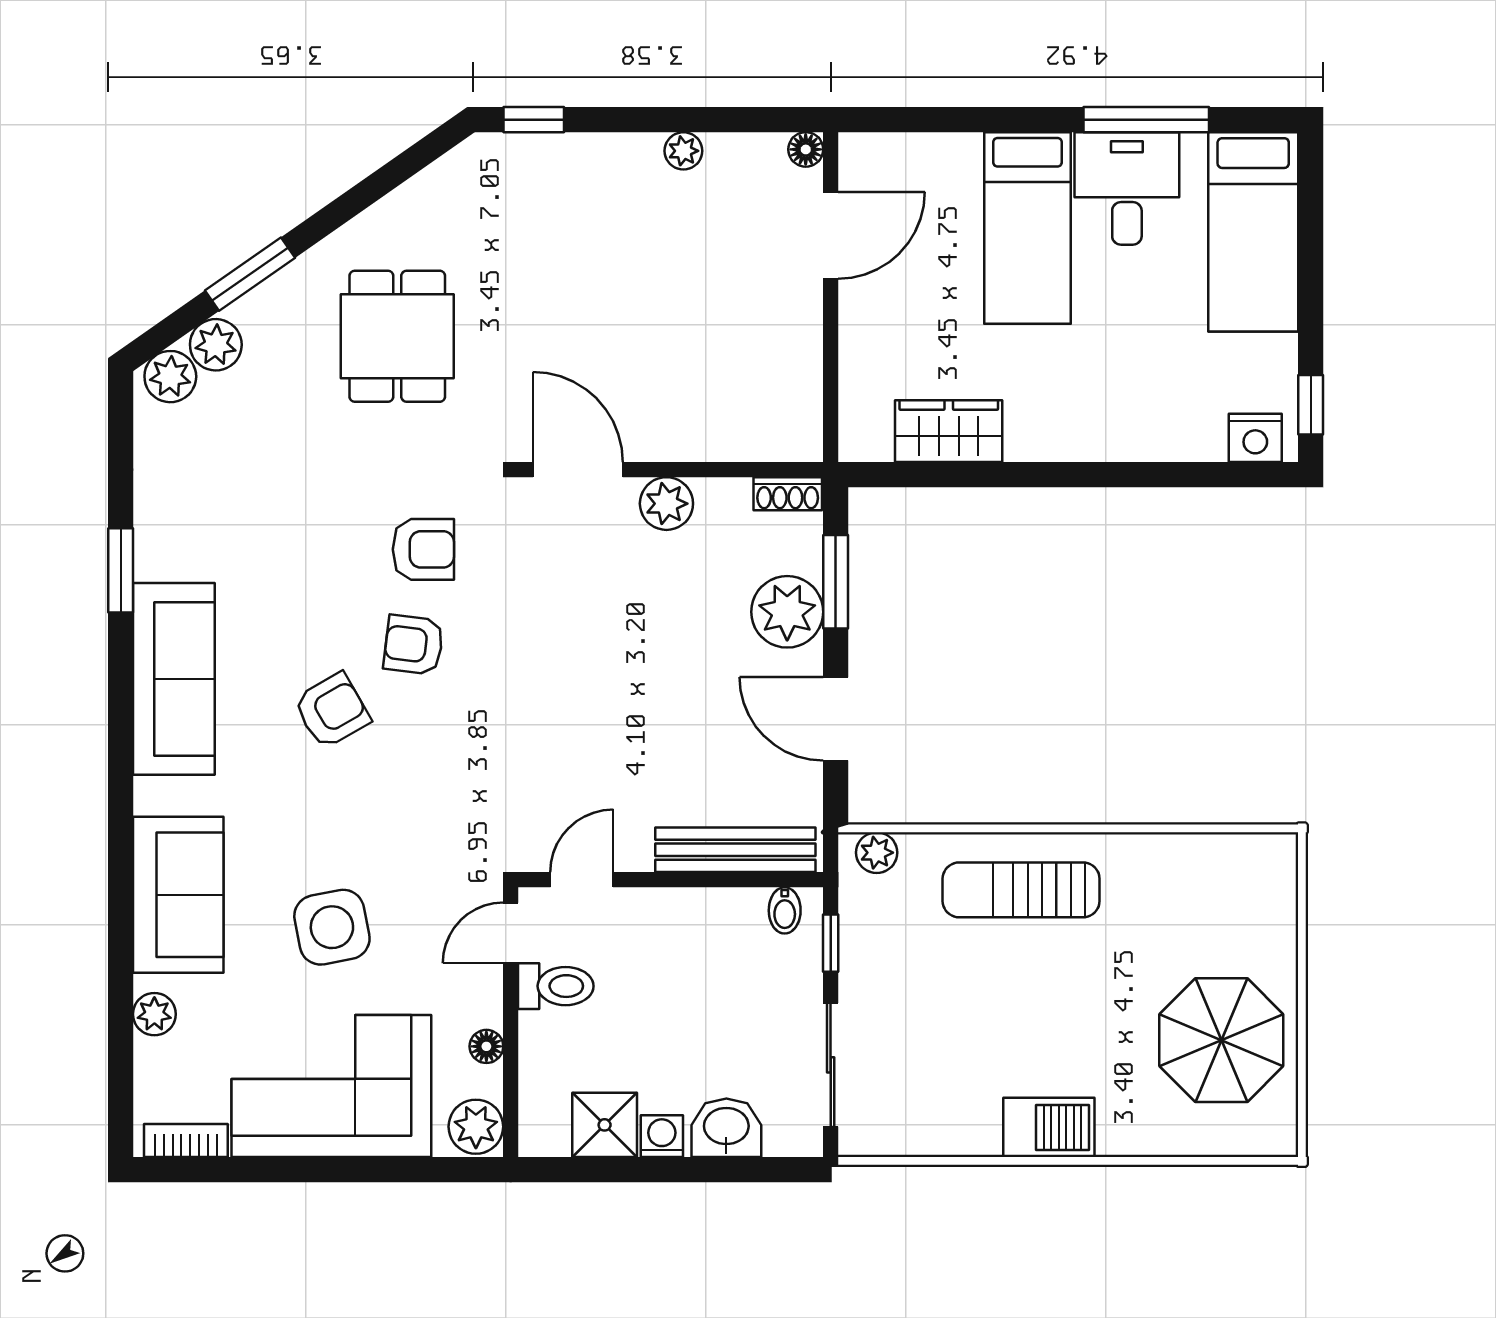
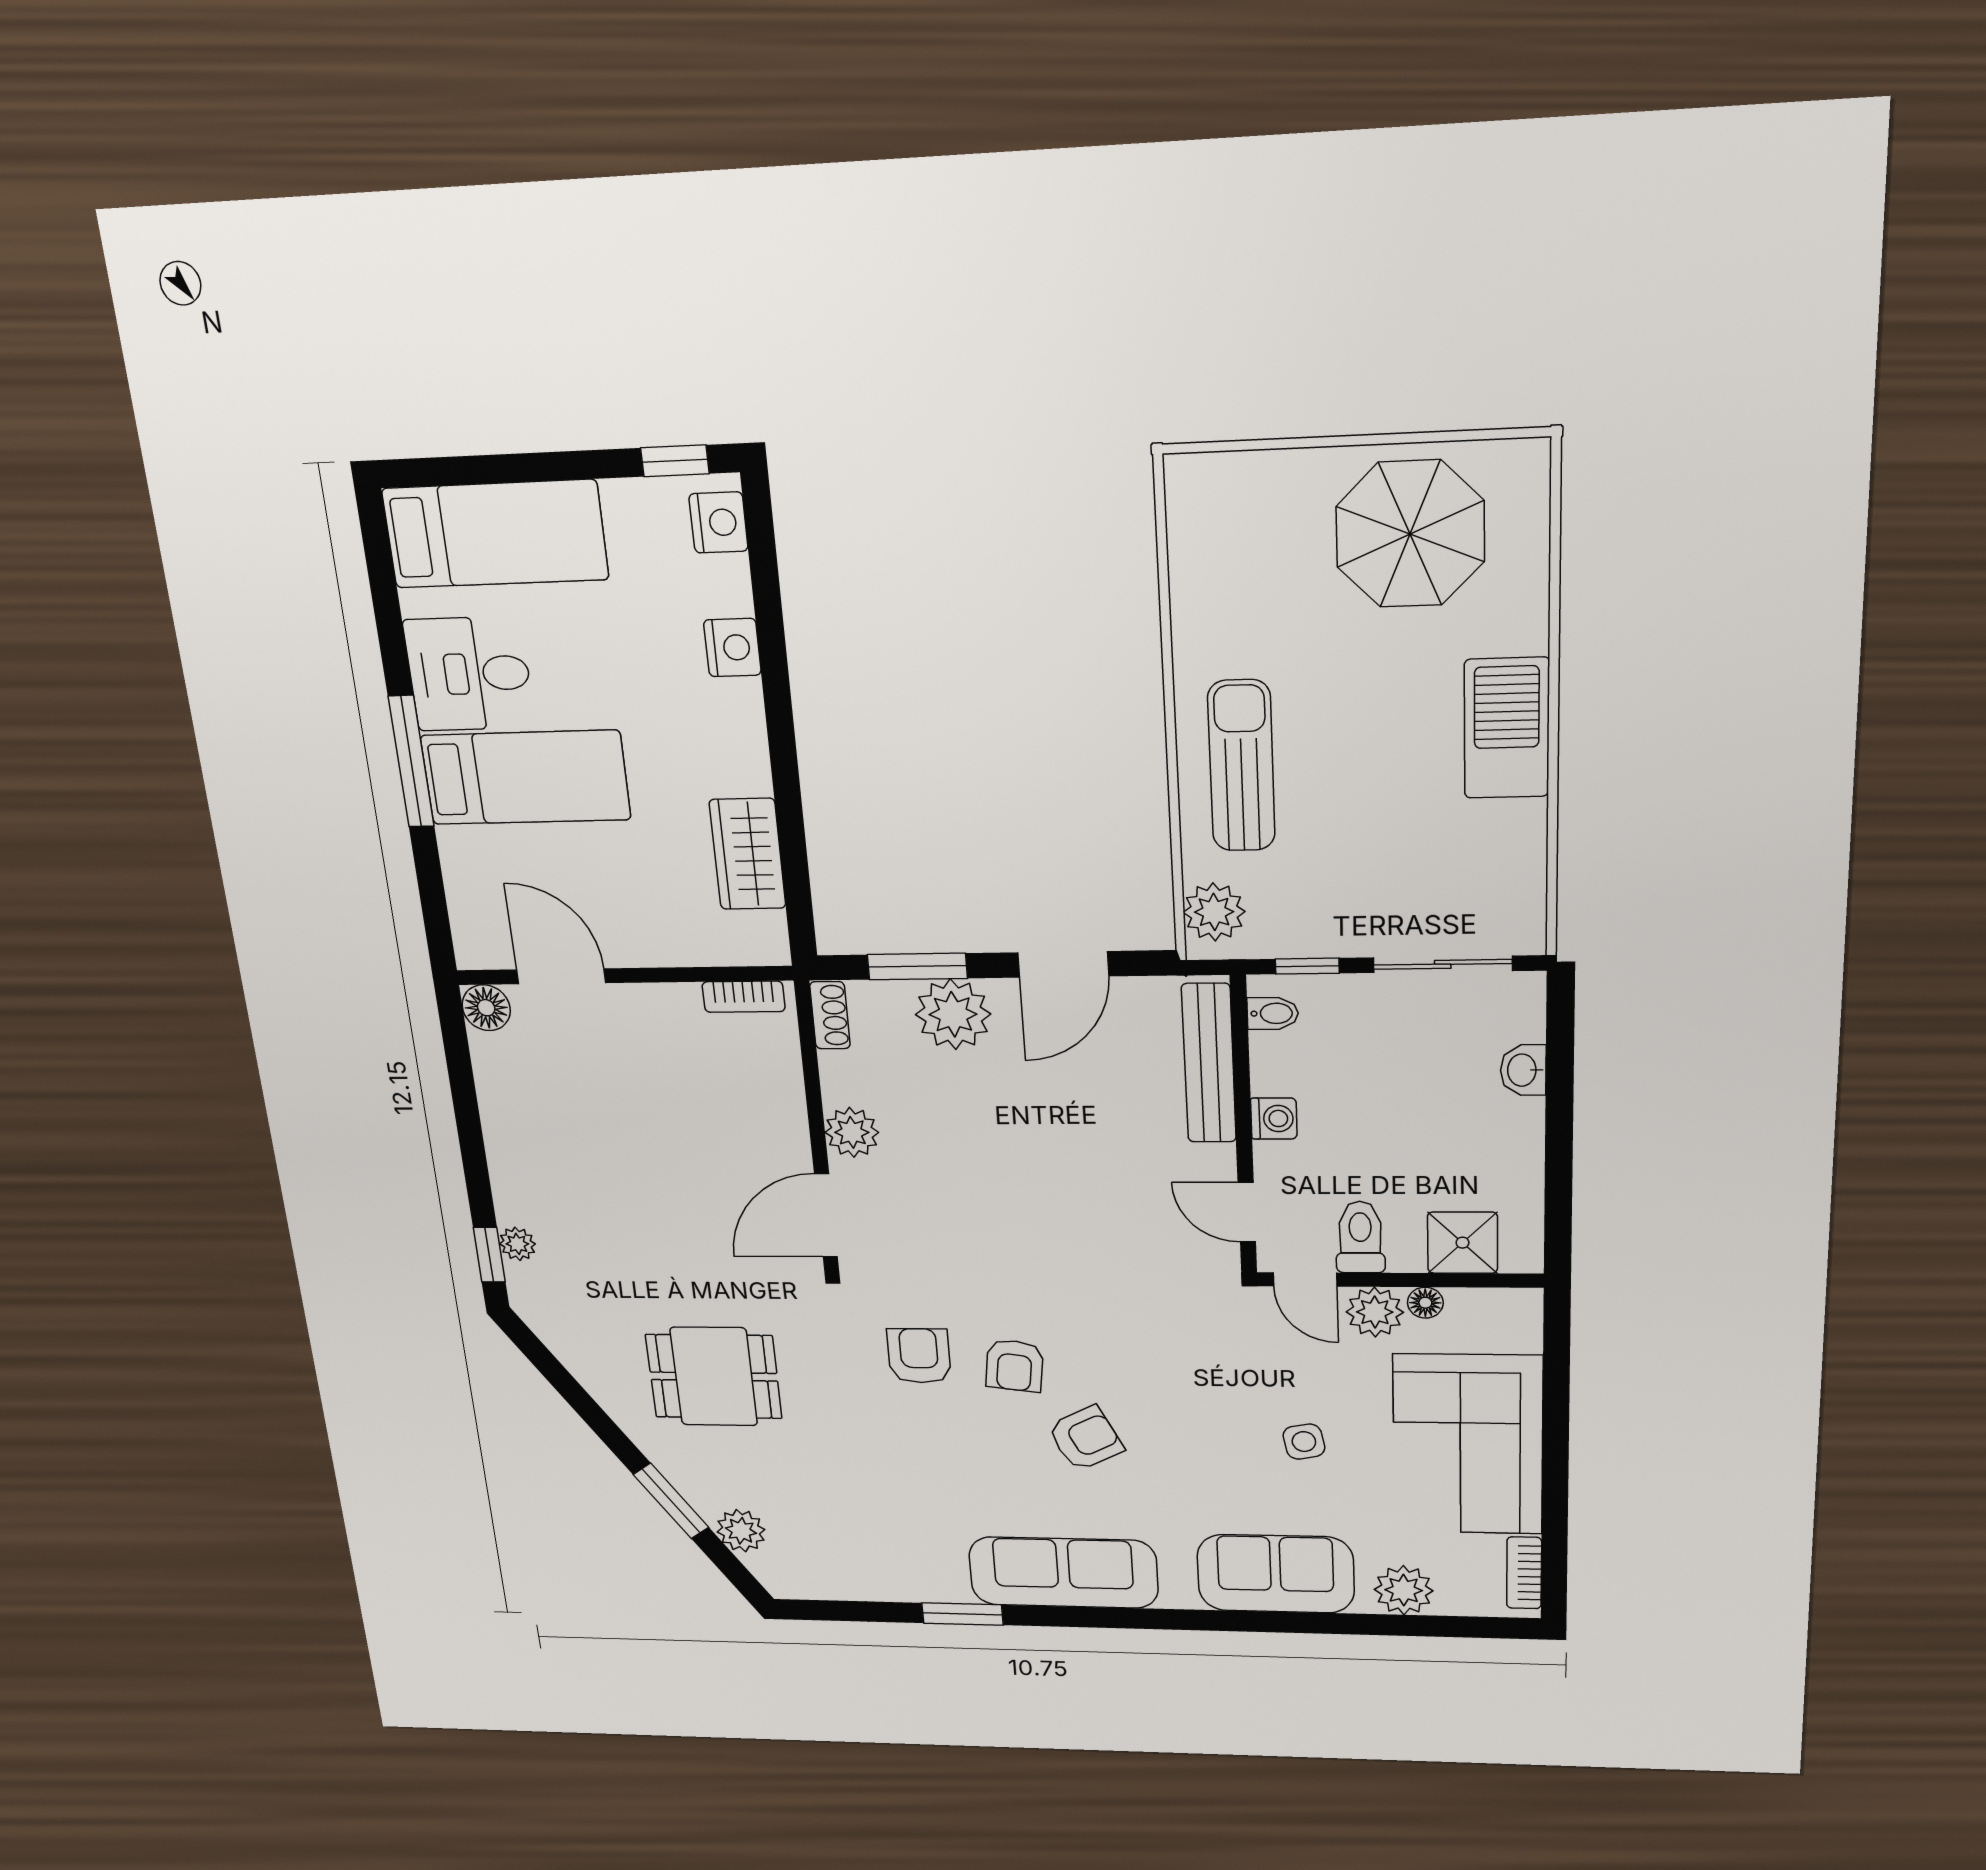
window: (1146, 120) -> (411, 761), moved
floor lamp: (806, 149) -> (486, 1008), width x1.37, depth x1.37
plant: (683, 151) -> (517, 1244), moved
plant: (170, 377) -> (775, 1569), removed
bookcase: (807, 412) -> (744, 997), added
nightstand: (1143, 438) -> (732, 648), added
armchair: (332, 711) -> (1085, 1438), turned 93
plant: (877, 853) -> (1214, 912), width x1.38, depth x1.38
sun lounger: (1021, 890) -> (1241, 766), turned 180
side table: (332, 927) -> (1304, 1442), width x0.54, depth x0.54
plant: (154, 1014) -> (1404, 1590), width x1.38, depth x1.38
shower: (605, 1125) -> (1463, 1243), moved
plant: (476, 1127) -> (1375, 1312), moved
barbecue: (1049, 1127) -> (1507, 728), width x1.37, depth x1.21
washbasin: (726, 1128) -> (1523, 1070), width x0.72, depth x0.69
washing machine: (662, 1136) -> (1274, 1119), moved, turned 180

